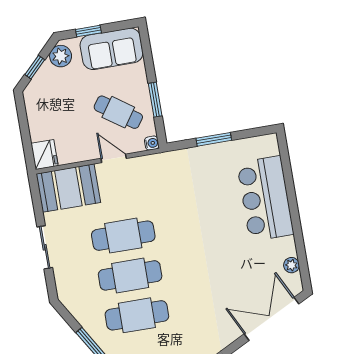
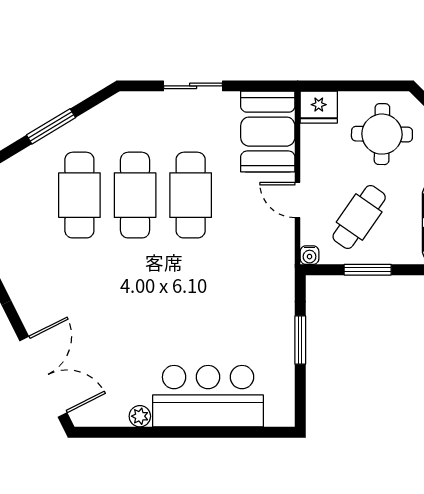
round table: (56, 106) -> (382, 134), added
door: (114, 158) -> (298, 200), swing flipped
plant: (291, 265) -> (140, 416), moved

